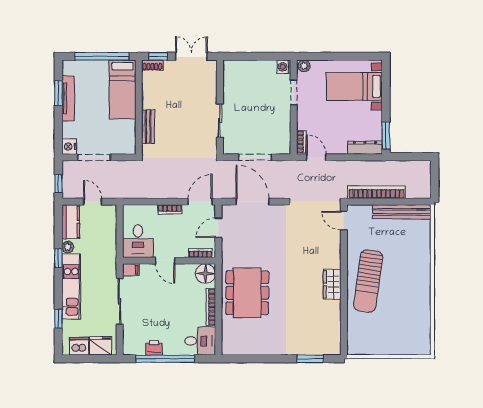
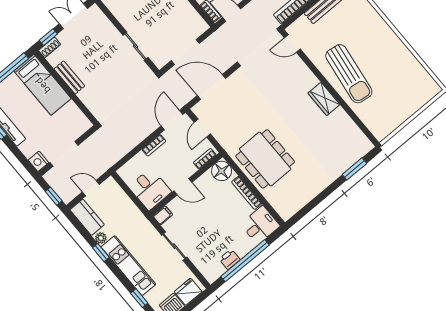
bench: (148, 127) -> (69, 77), moved
sliding door: (120, 301) -> (174, 246), width x0.73

